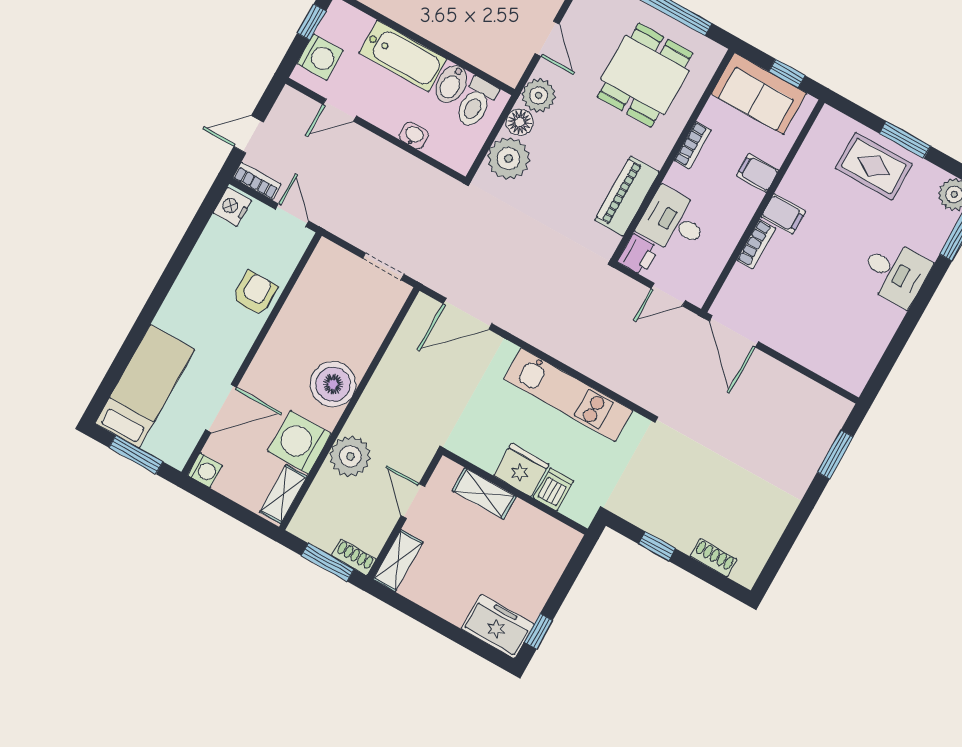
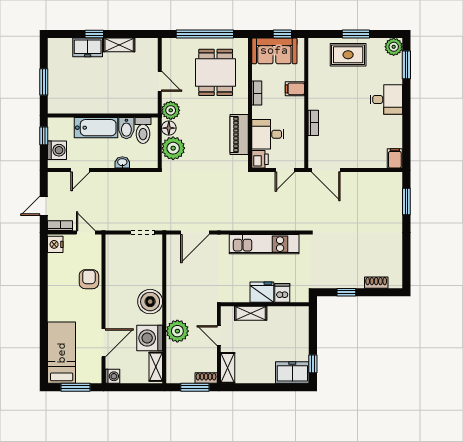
filing cabinet: (783, 214) -> (395, 158), moved, turned -90

